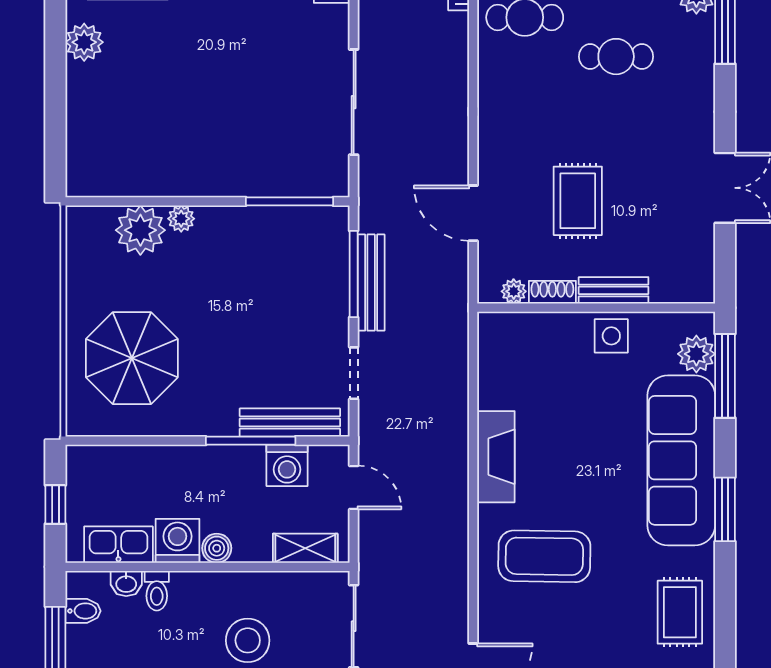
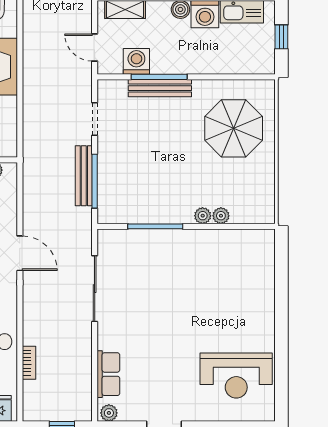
plant: (84, 42) -> (263, 326), removed
window: (290, 201) -> (155, 226), moved
door: (473, 213) -> (20, 253), moved
plant: (140, 230) -> (221, 216), width x0.53, depth x0.53
bench: (290, 423) -> (160, 88), moved

